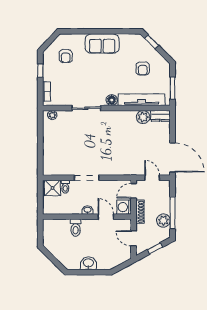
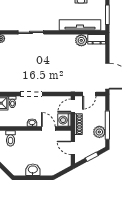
floor lamp: (112, 100) -> (53, 25), removed
door: (152, 178) -> (89, 94), swing flipped
toilet: (76, 228) -> (11, 138), moved

